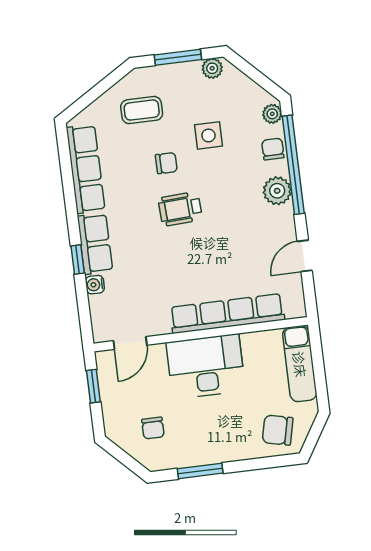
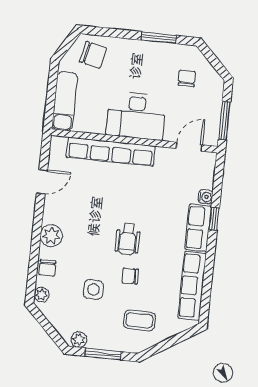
window: (293, 165) -> (35, 252), removed
wheelchair: (180, 209) -> (128, 239), turned 93
window: (93, 386) -> (224, 120), width x1.50

